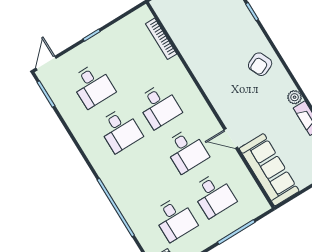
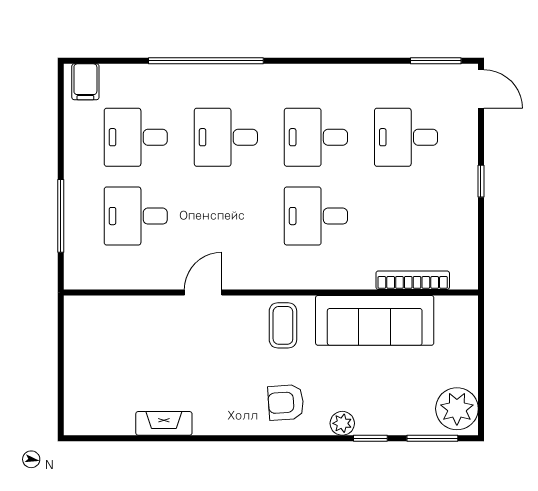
armchair: (260, 64) -> (286, 402), turned -70
coffee table: (223, 89) -> (283, 325), added
plant: (295, 97) -> (342, 423), moved
desk: (186, 150) -> (226, 137), moved
sofa: (269, 170) -> (375, 320), moved

